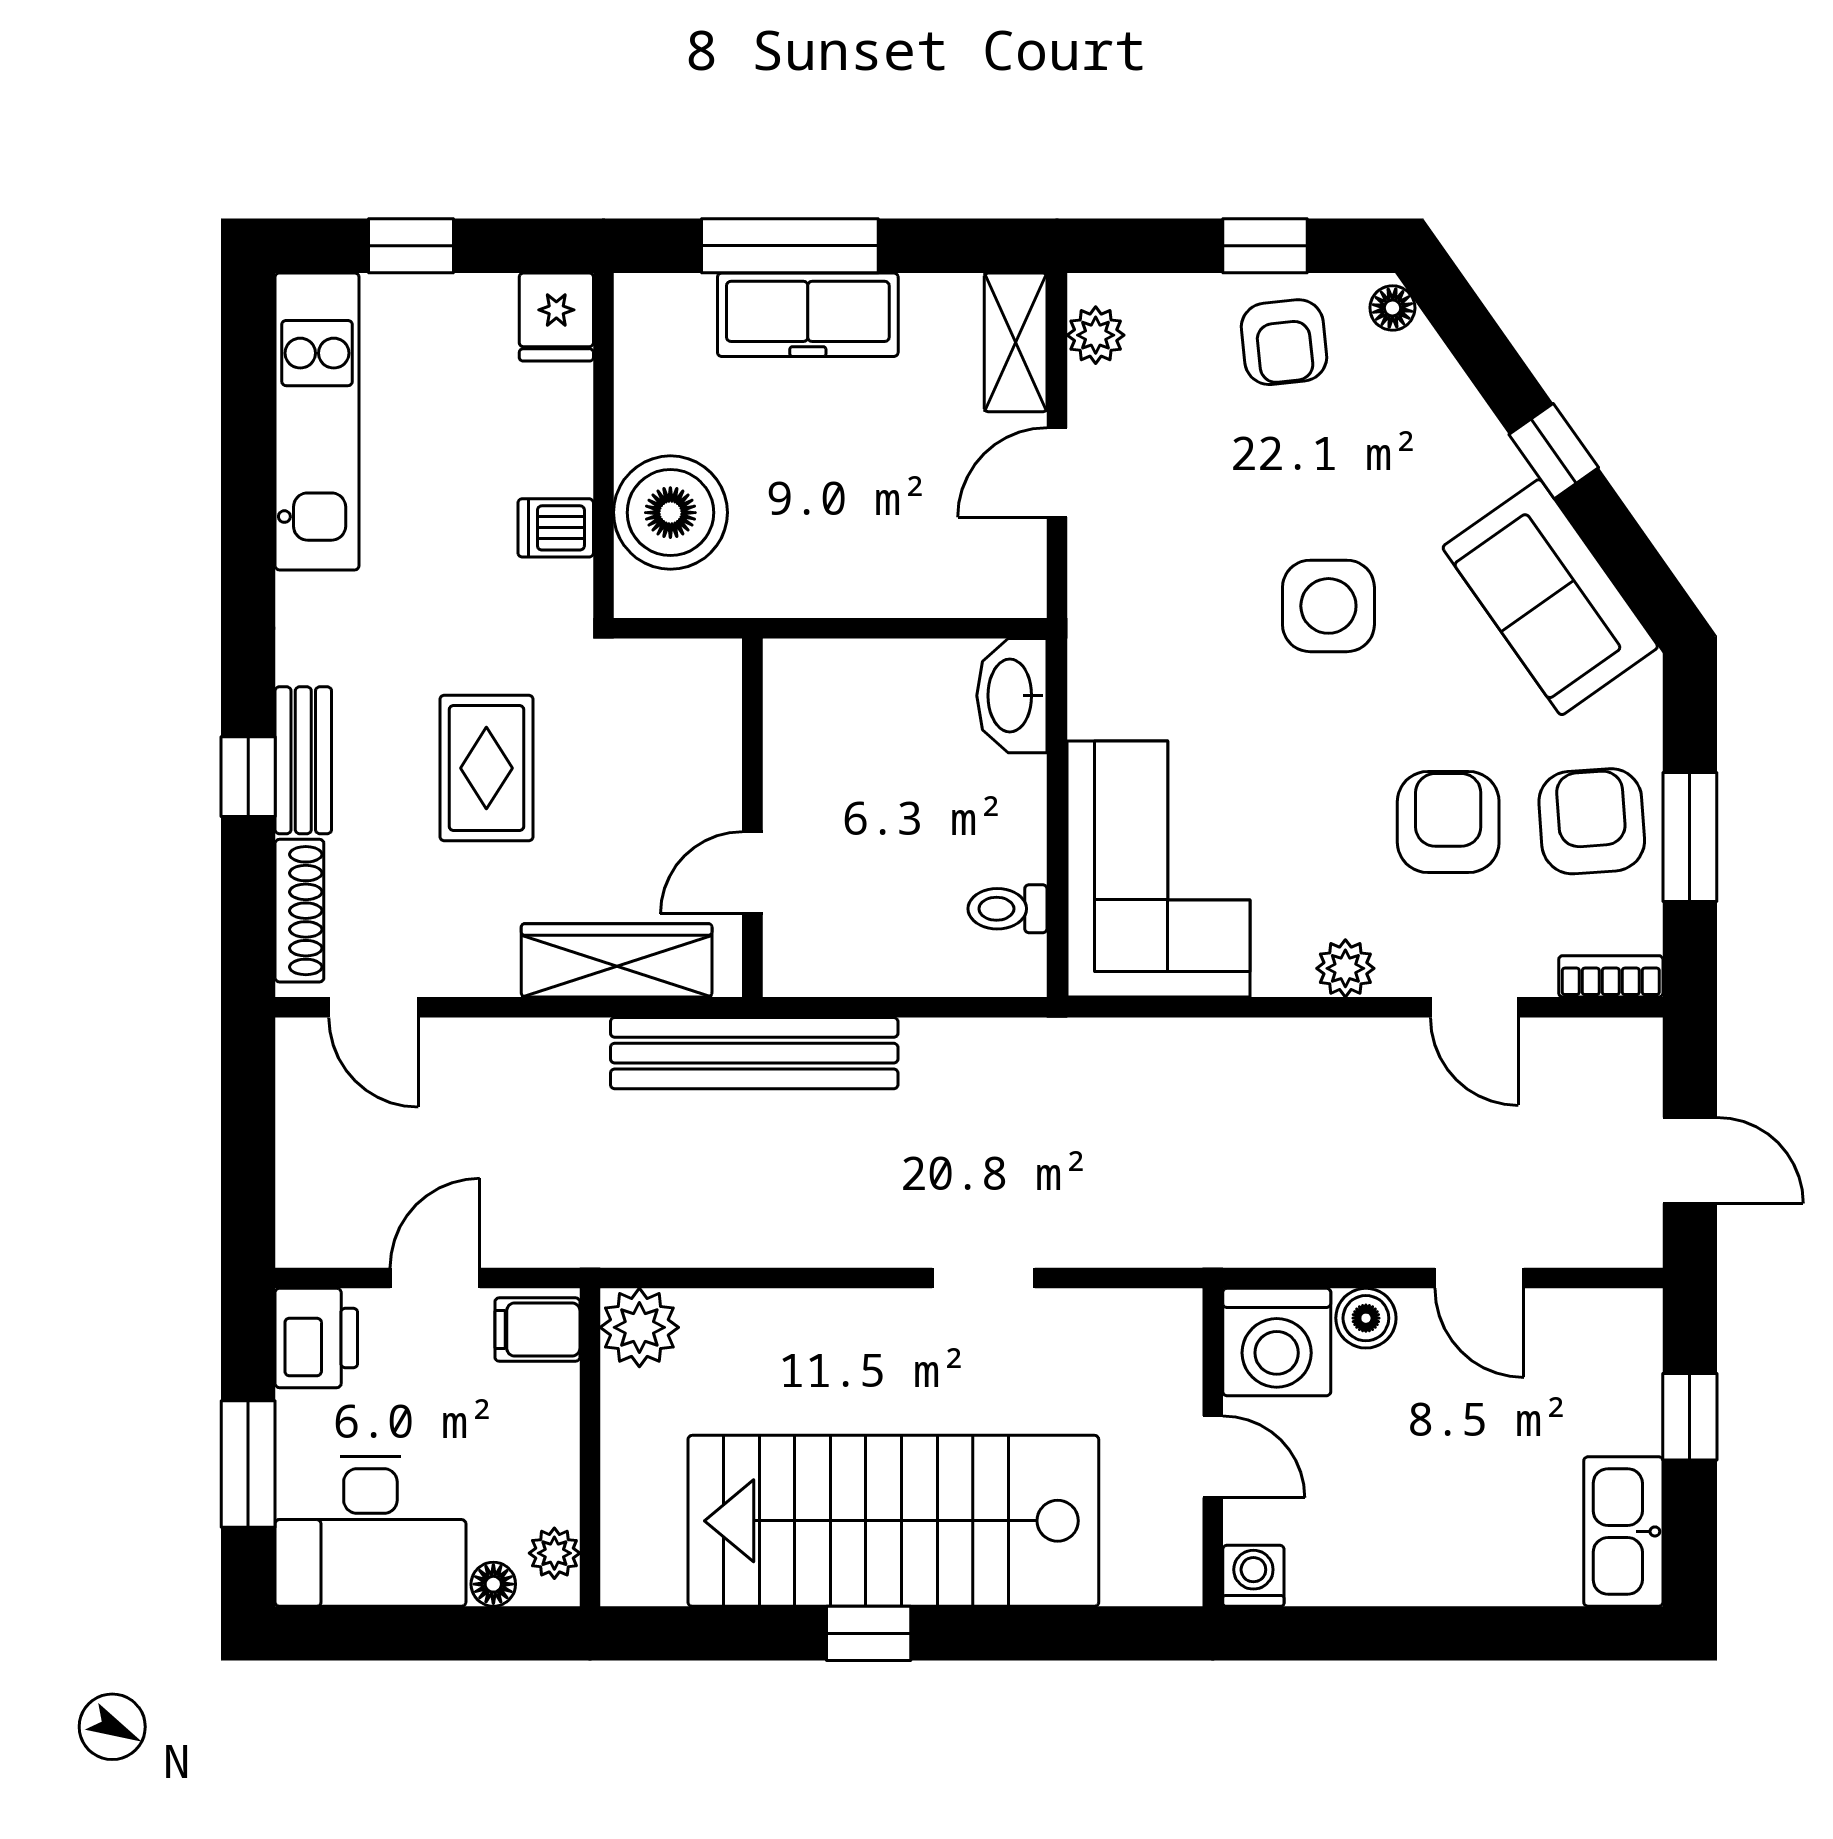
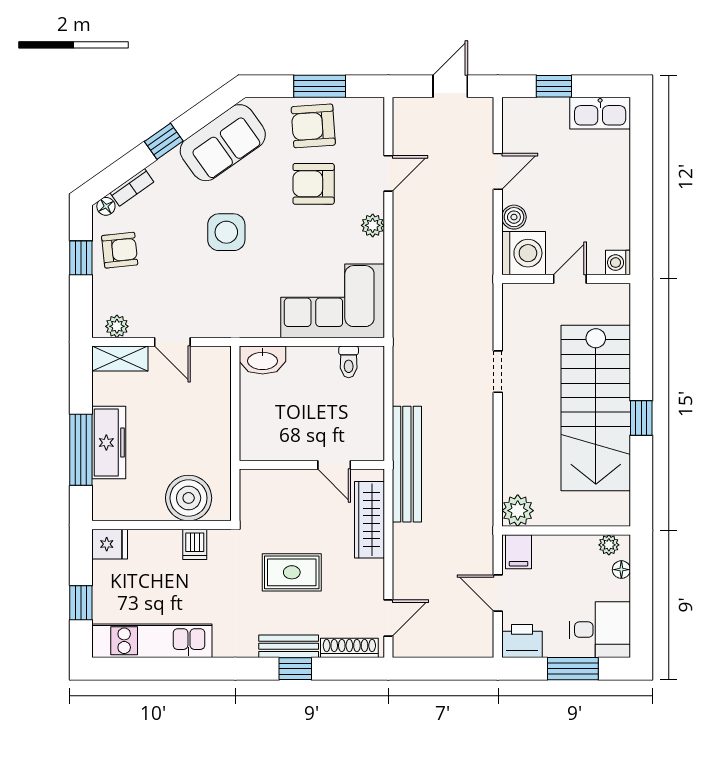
bookcase: (1611, 976) -> (132, 187), moved, turned -125
desk: (370, 1531) -> (600, 630), width x0.73

